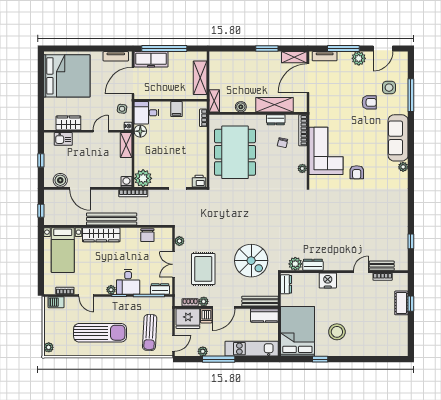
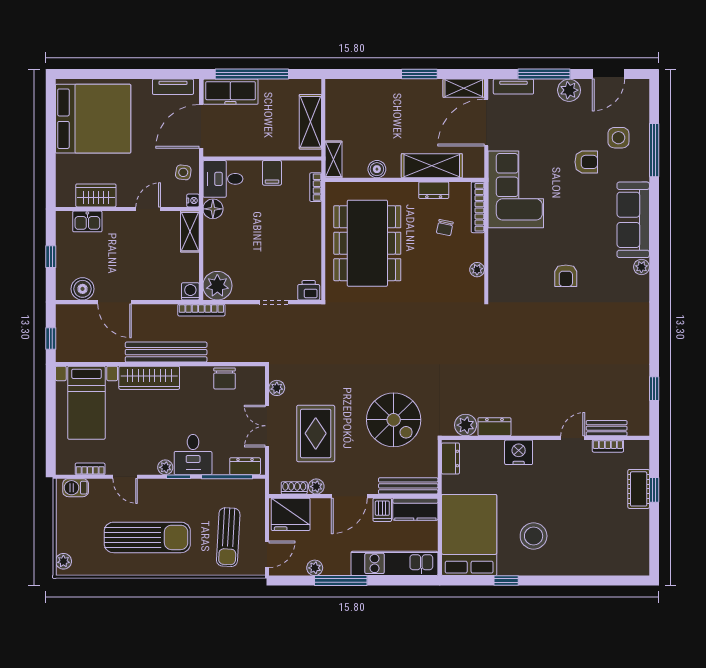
corner sofa: (326, 151) -> (516, 189), moved
dishwasher: (206, 316) -> (382, 510), moved

